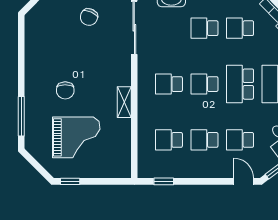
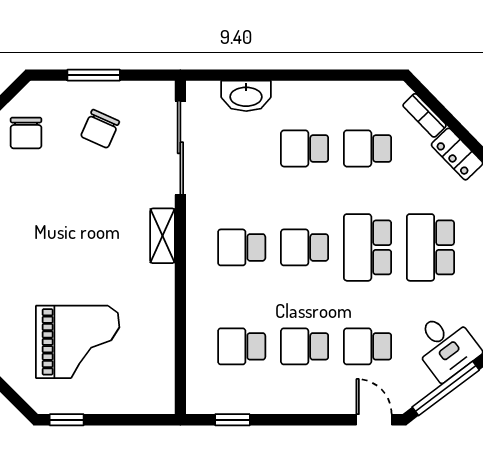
chair: (65, 90) -> (26, 133), moved
shelving: (124, 102) -> (163, 236), moved

